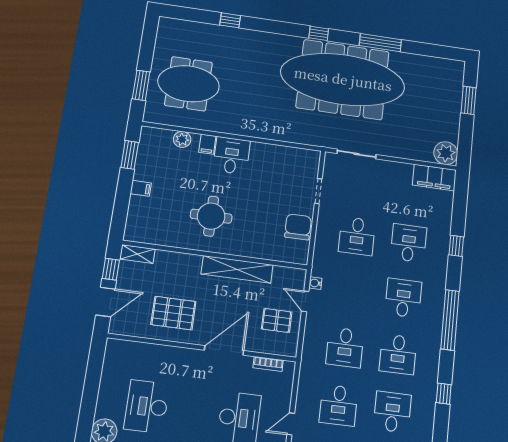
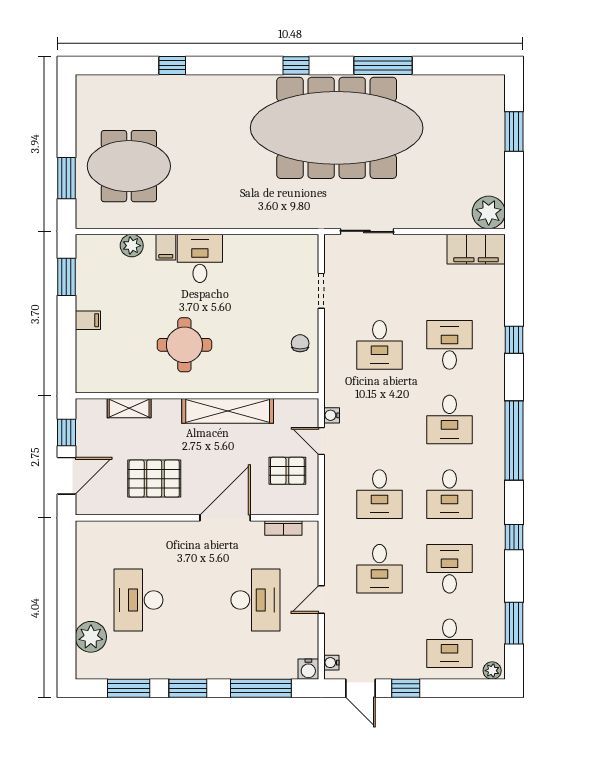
chair: (298, 227) -> (300, 343), width x0.54, depth x0.54
shelving: (137, 254) -> (129, 408), moved
desk: (403, 298) -> (449, 419), turned 180

